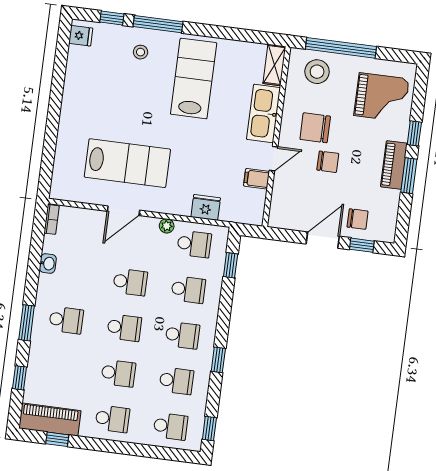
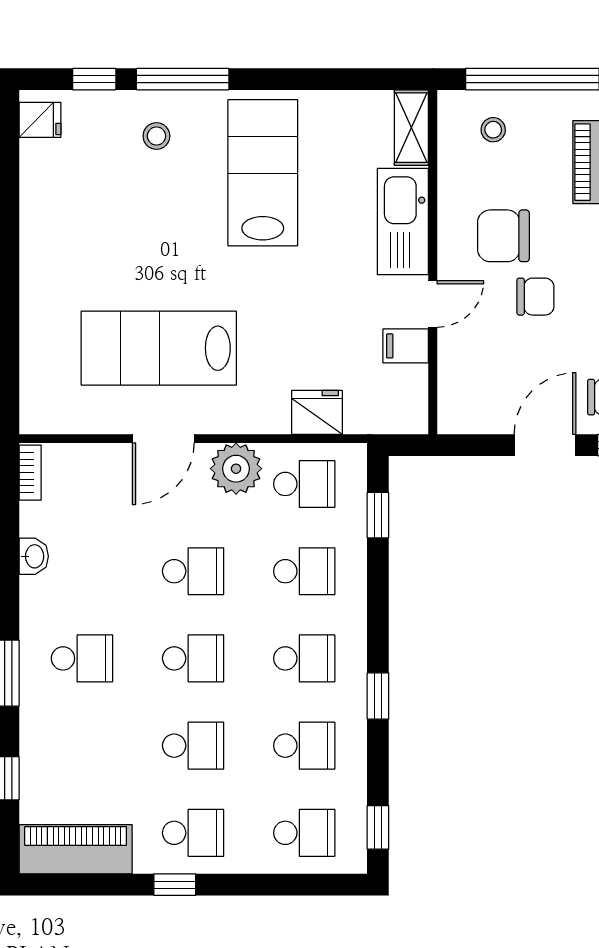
stool: (317, 72) -> (493, 130), width x0.53, depth x0.53
lab bench: (127, 163) -> (159, 348), turned 180
plant: (167, 226) -> (236, 469), width x1.88, depth x1.88
window: (57, 439) -> (175, 885), moved

